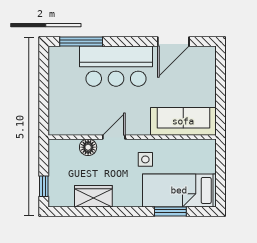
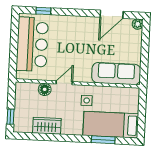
window: (81, 42) -> (43, 11), width x0.46
plant: (209, 53) -> (138, 24), added
bar counter: (116, 66) -> (32, 44), moved, turned -90

